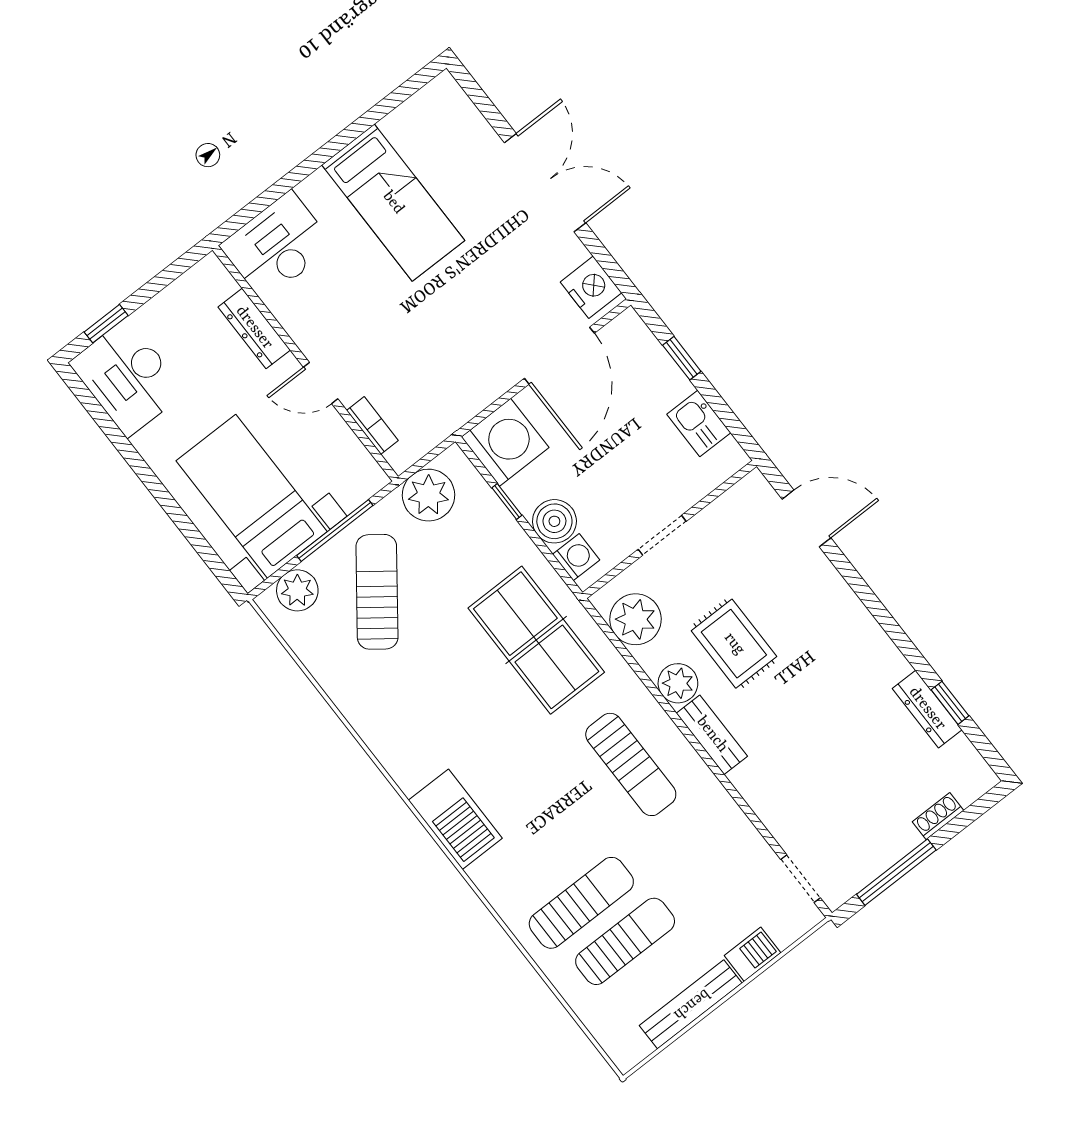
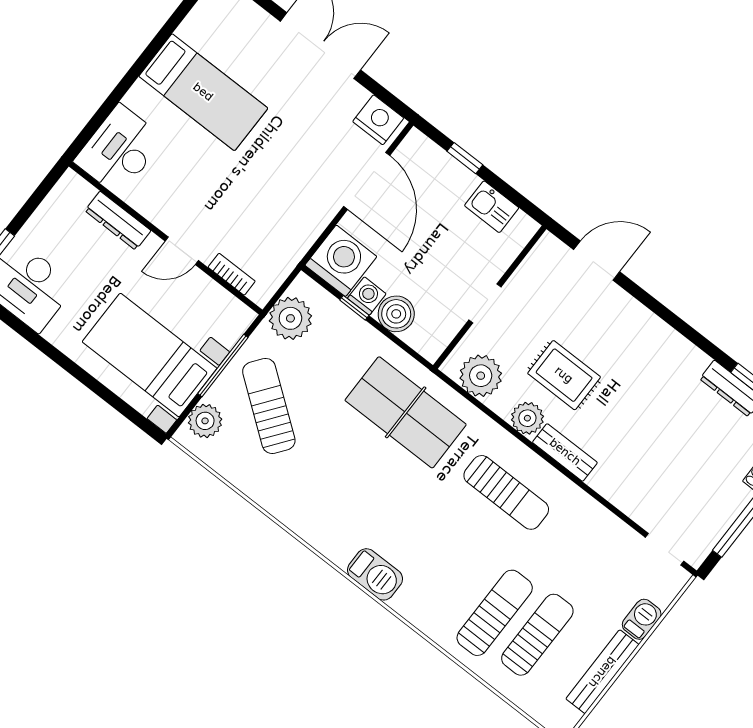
washing machine: (576, 557) -> (367, 296), moved
barbecue: (455, 819) -> (375, 574), width x0.73, depth x0.83

